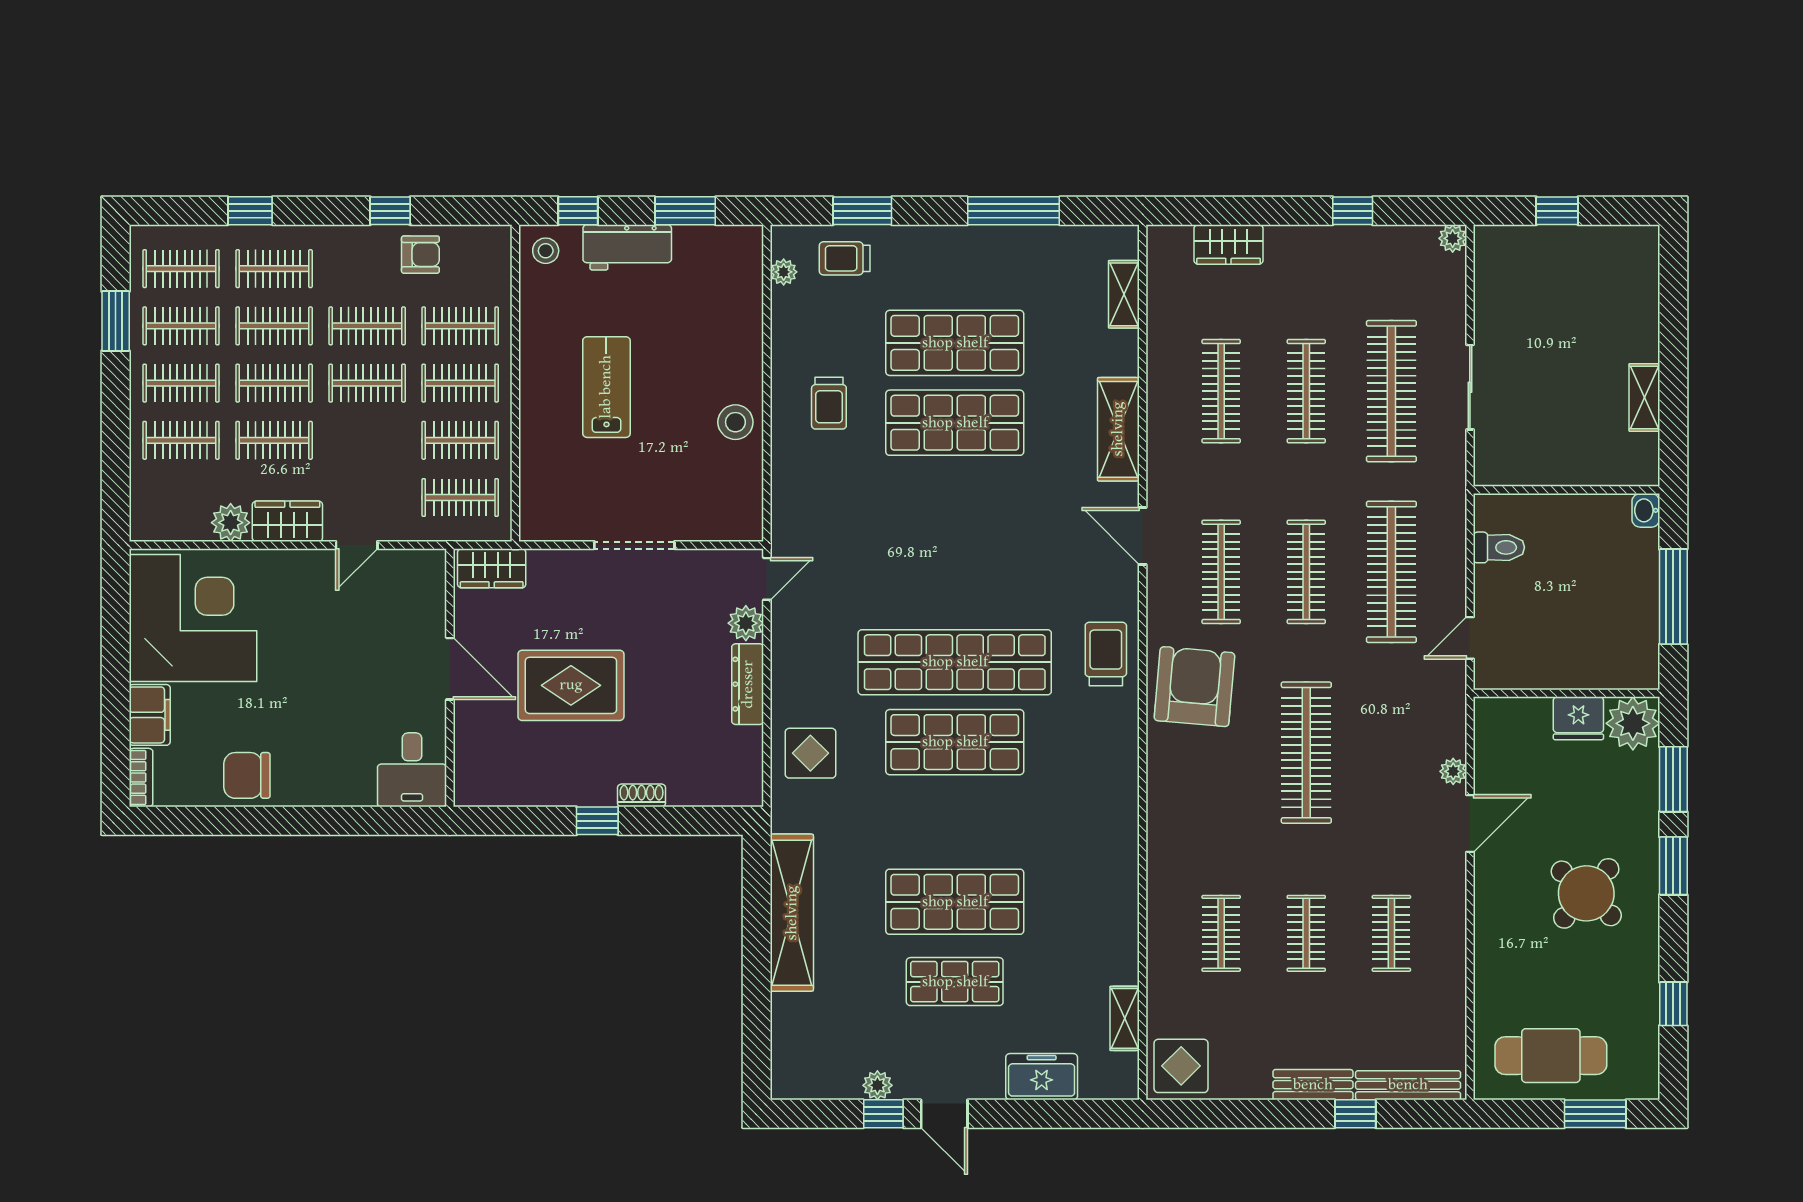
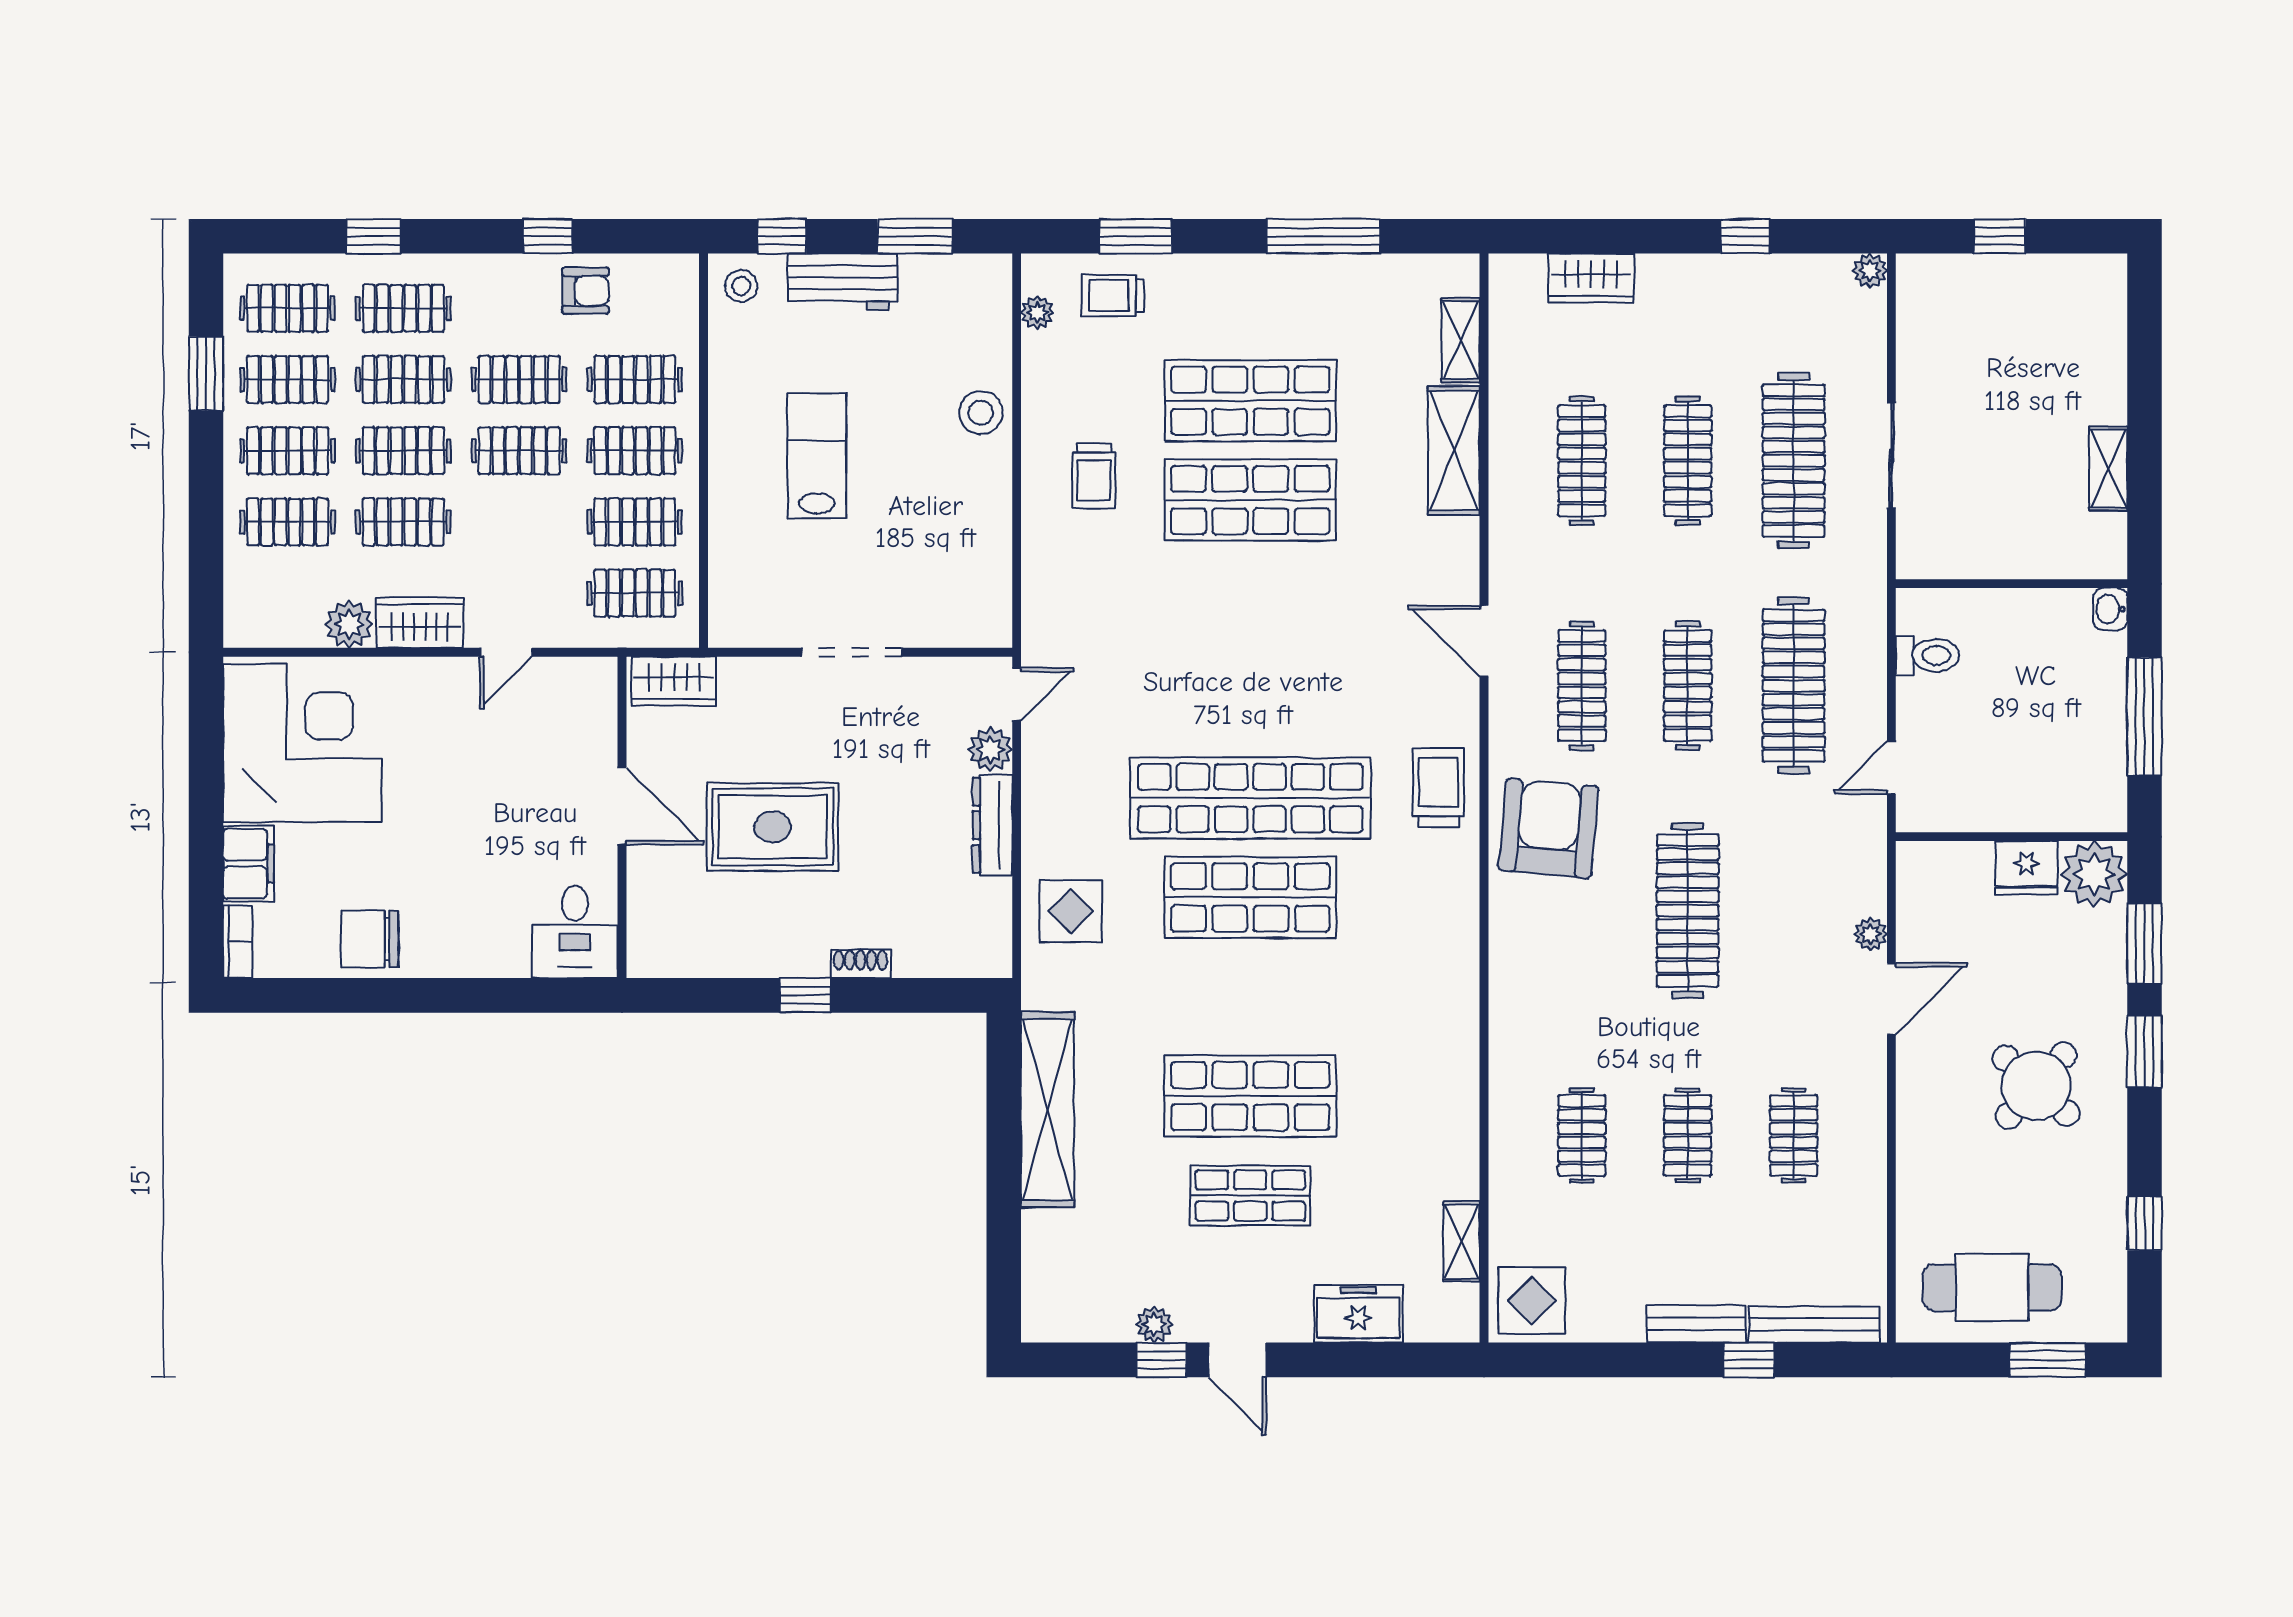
stool: (735, 422) -> (981, 413), moved
shelving: (1118, 429) -> (1454, 450), moved

